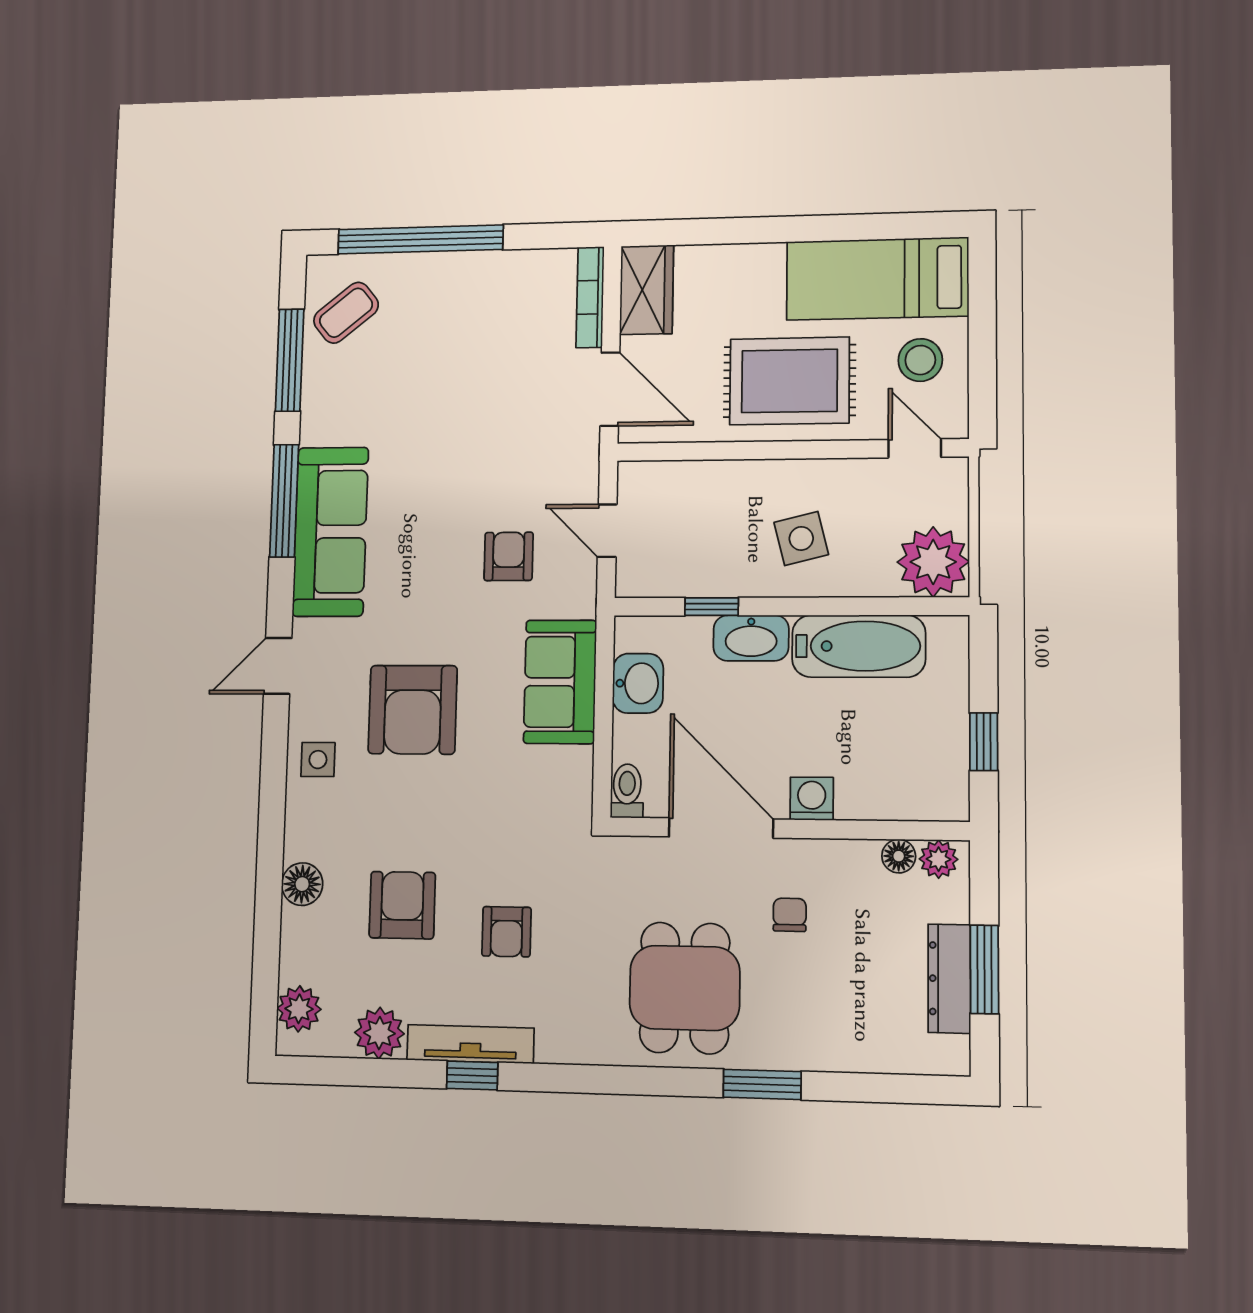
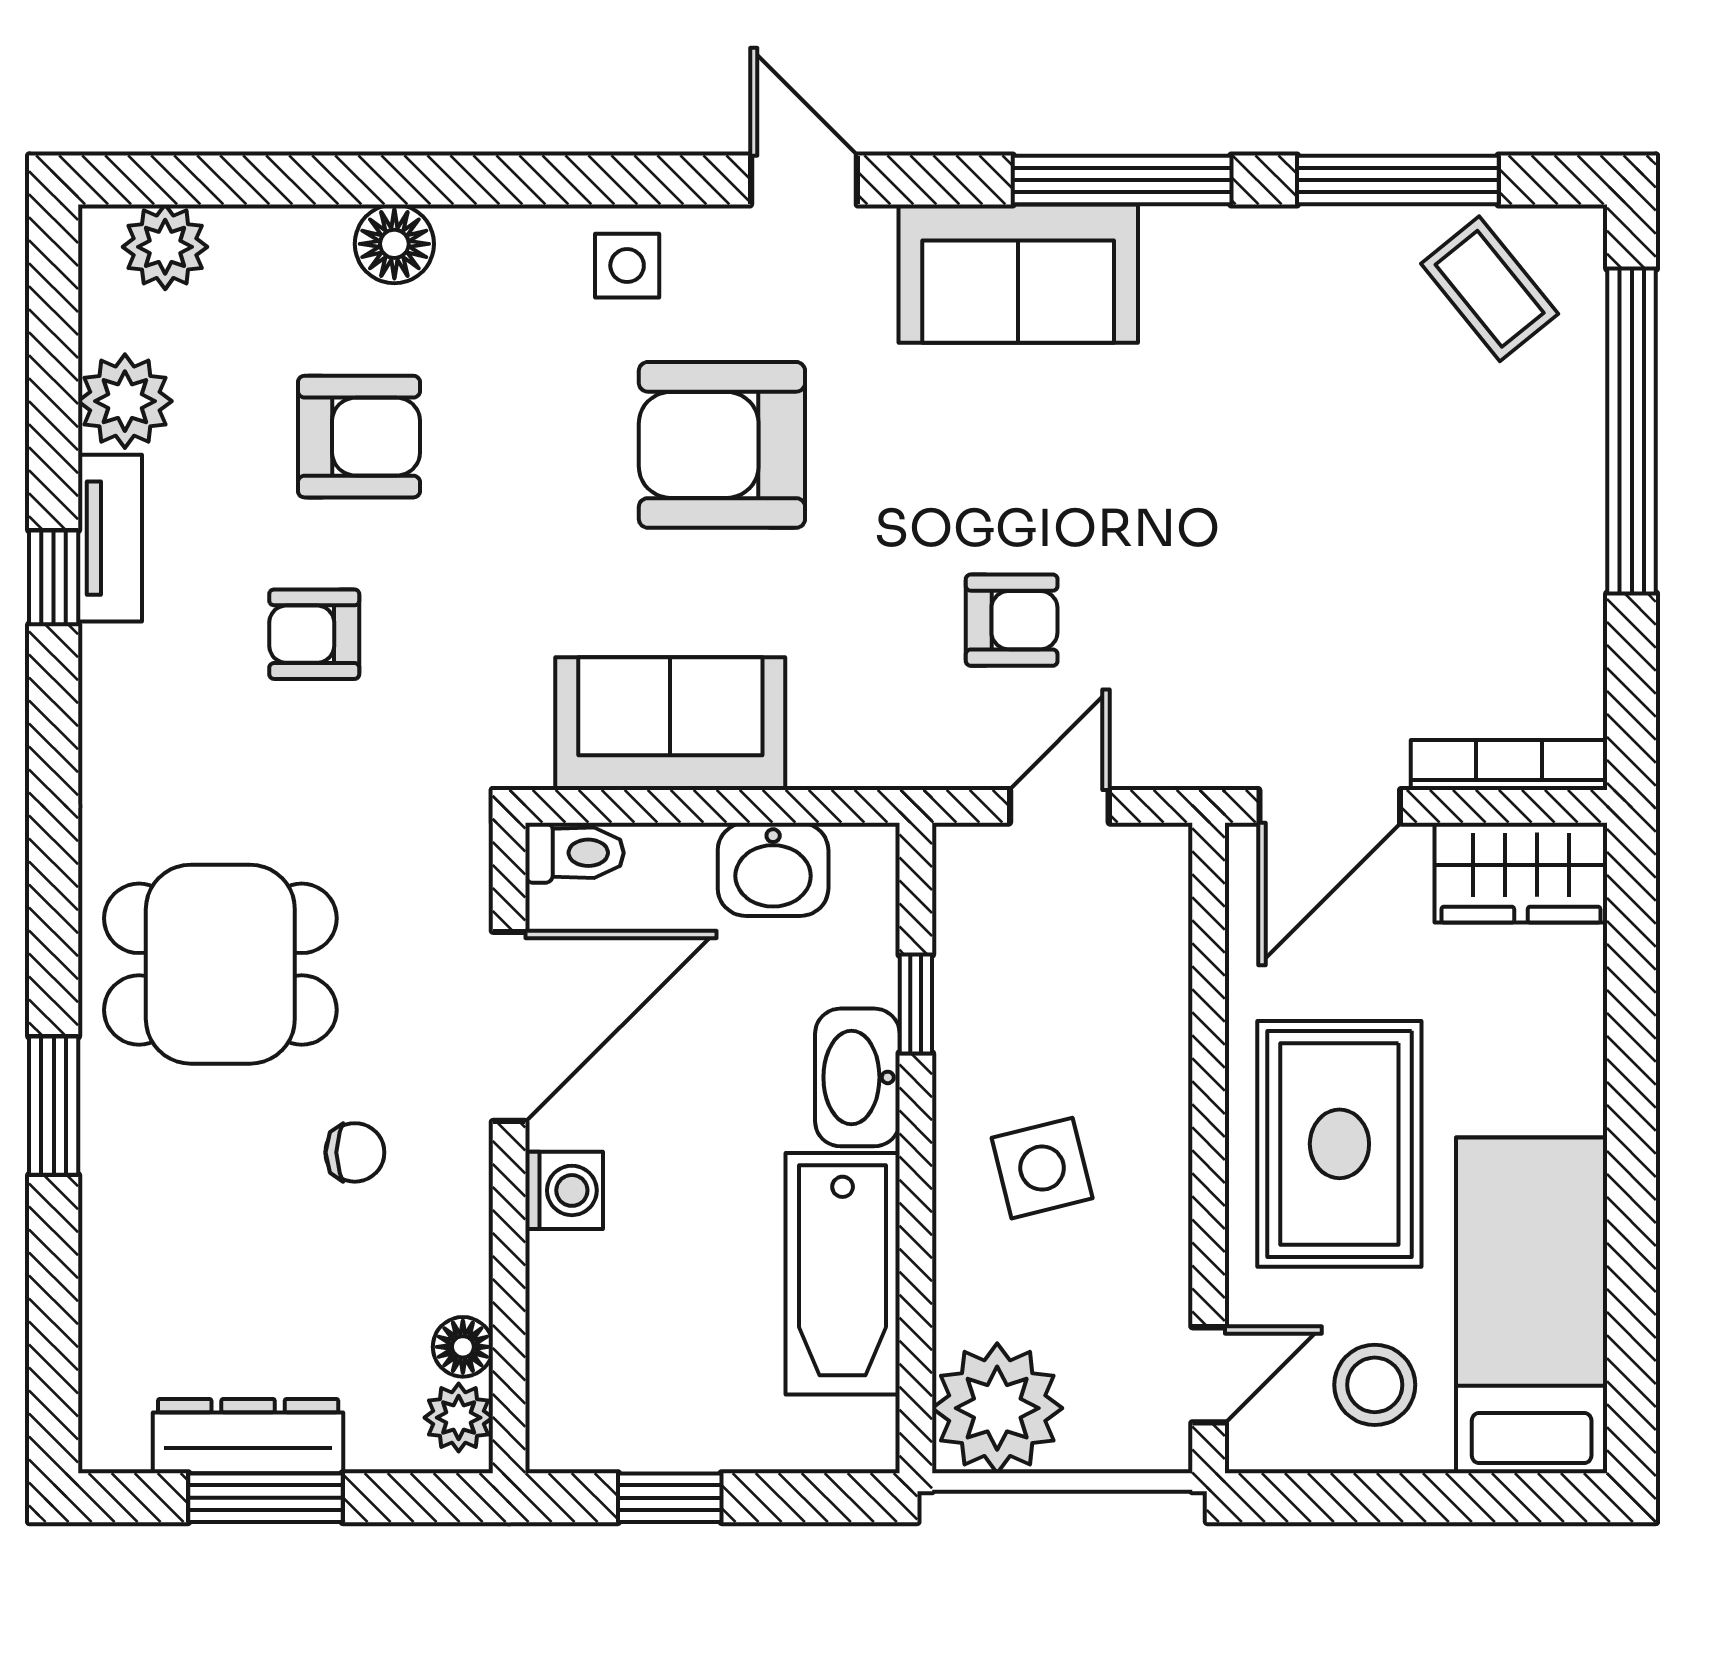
sofa: (330, 532) -> (1018, 274), width x0.73
sofa: (560, 682) -> (670, 724), moved
tv unit: (470, 1044) -> (110, 538), width x0.71

